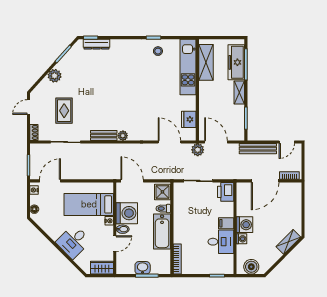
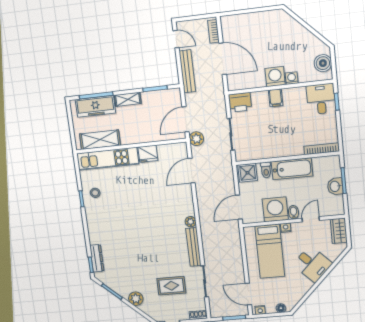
fridge: (189, 119) -> (148, 154), moved
bench: (104, 136) -> (193, 247), width x1.36
desk: (221, 242) -> (321, 99), moved
shelving: (288, 242) -> (290, 23), removed
door: (115, 244) -> (311, 219), hinge flipped

